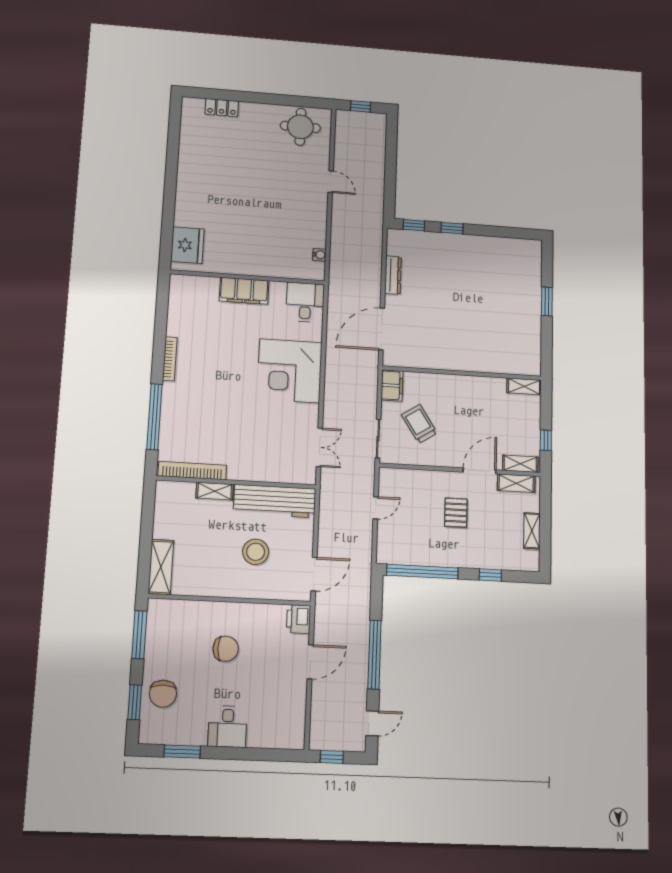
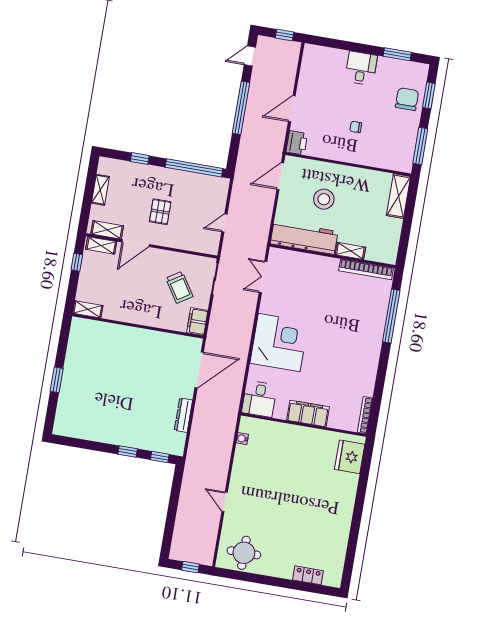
bookcase: (170, 359) -> (365, 415), moved
chair: (226, 649) -> (356, 127), width x0.54, depth x0.54

